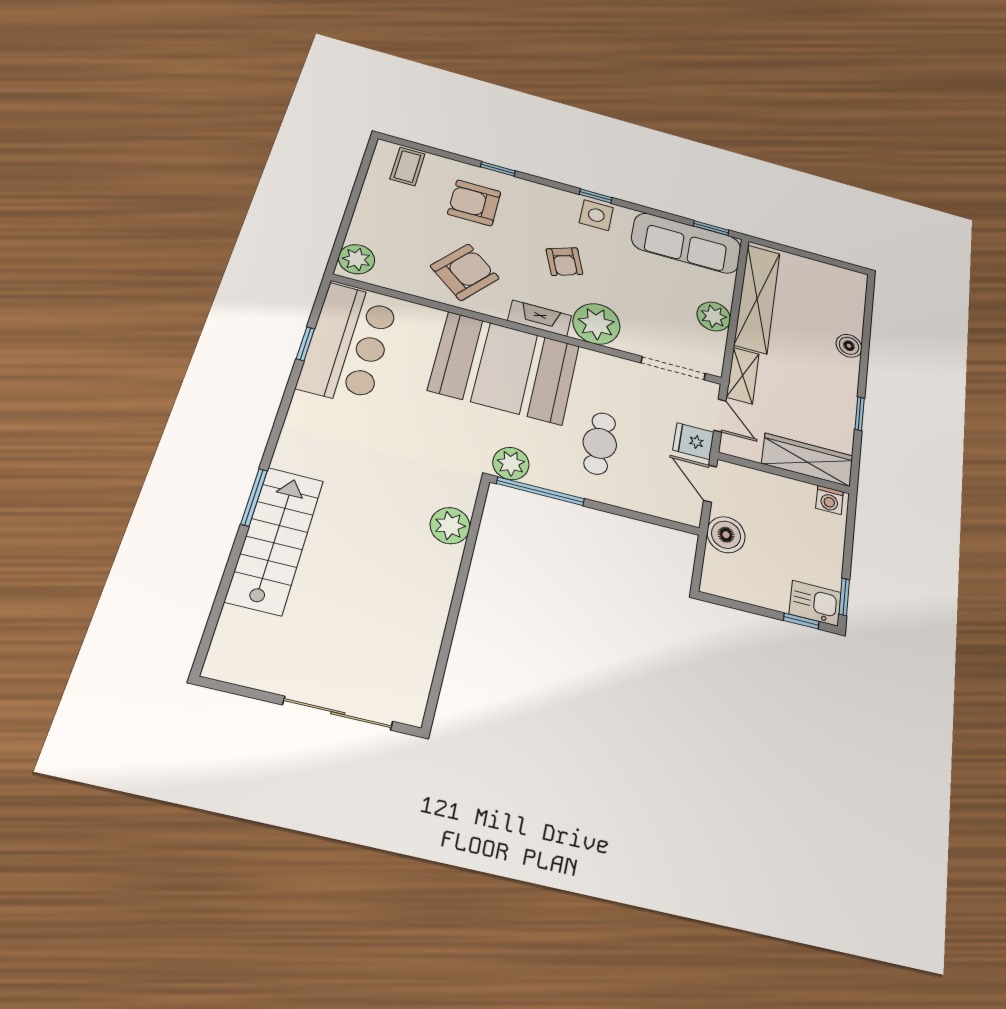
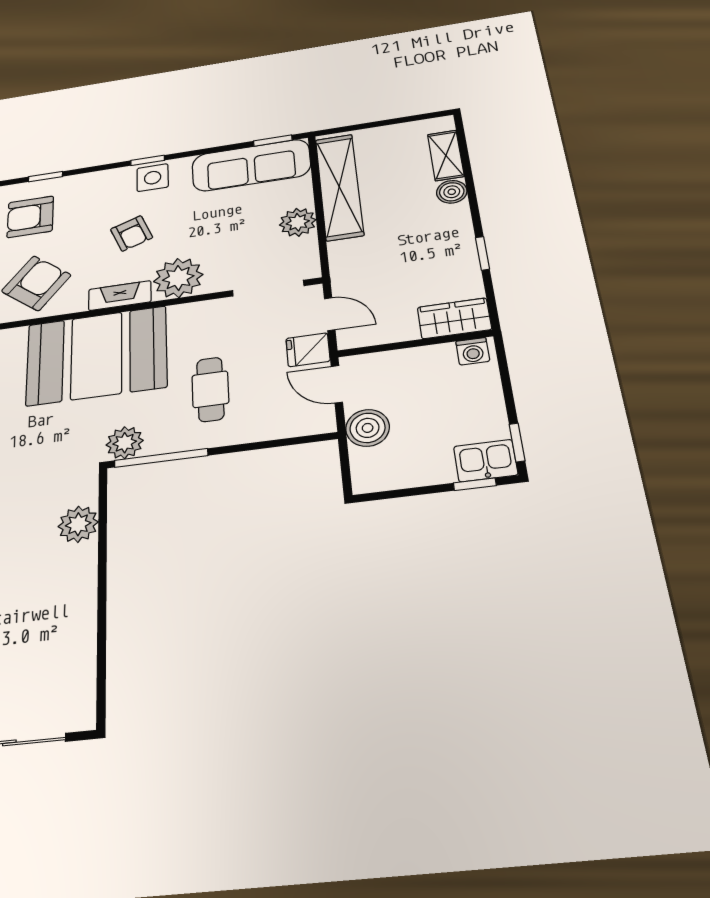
shelving: (743, 376) -> (446, 155), moved
wardrobe: (807, 460) -> (454, 318), width x0.67

